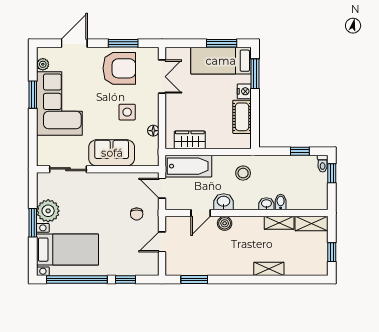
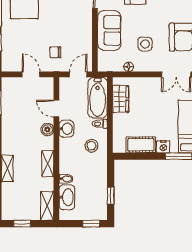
toilet: (323, 164) -> (100, 124), moved
washbasin: (266, 204) -> (67, 197), moved, width x1.91, depth x1.45
shelving: (279, 223) -> (48, 164), moved

